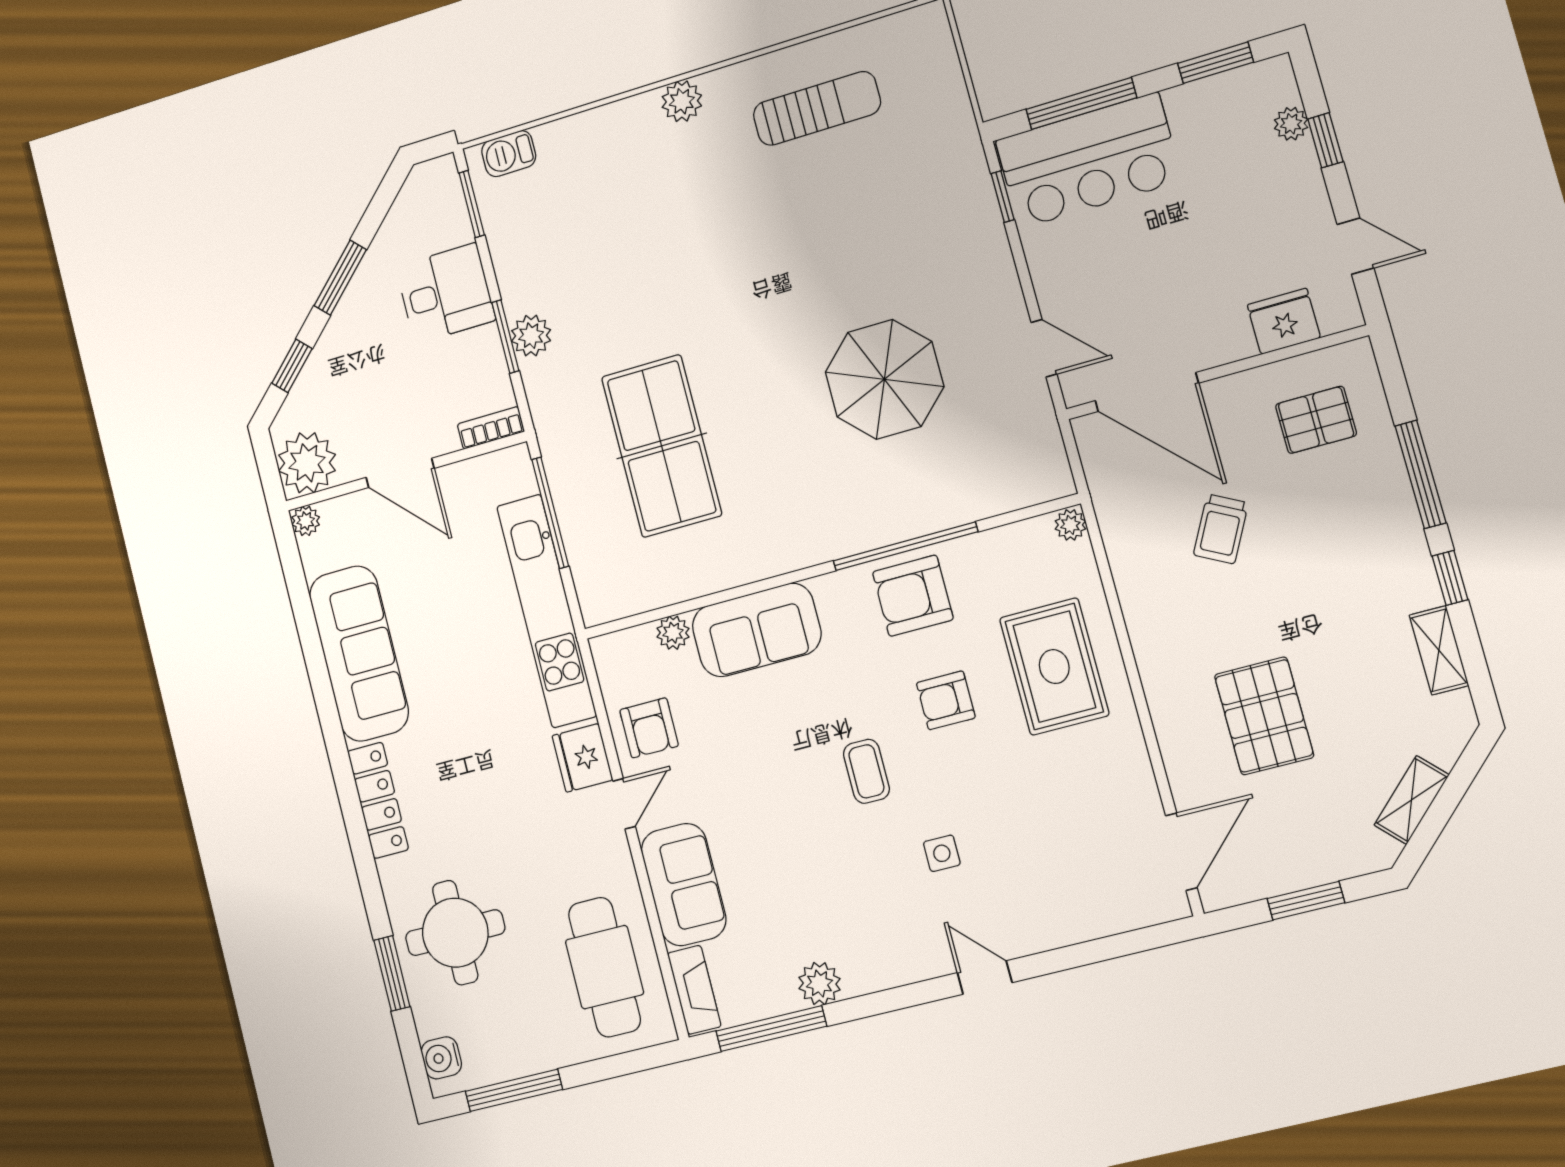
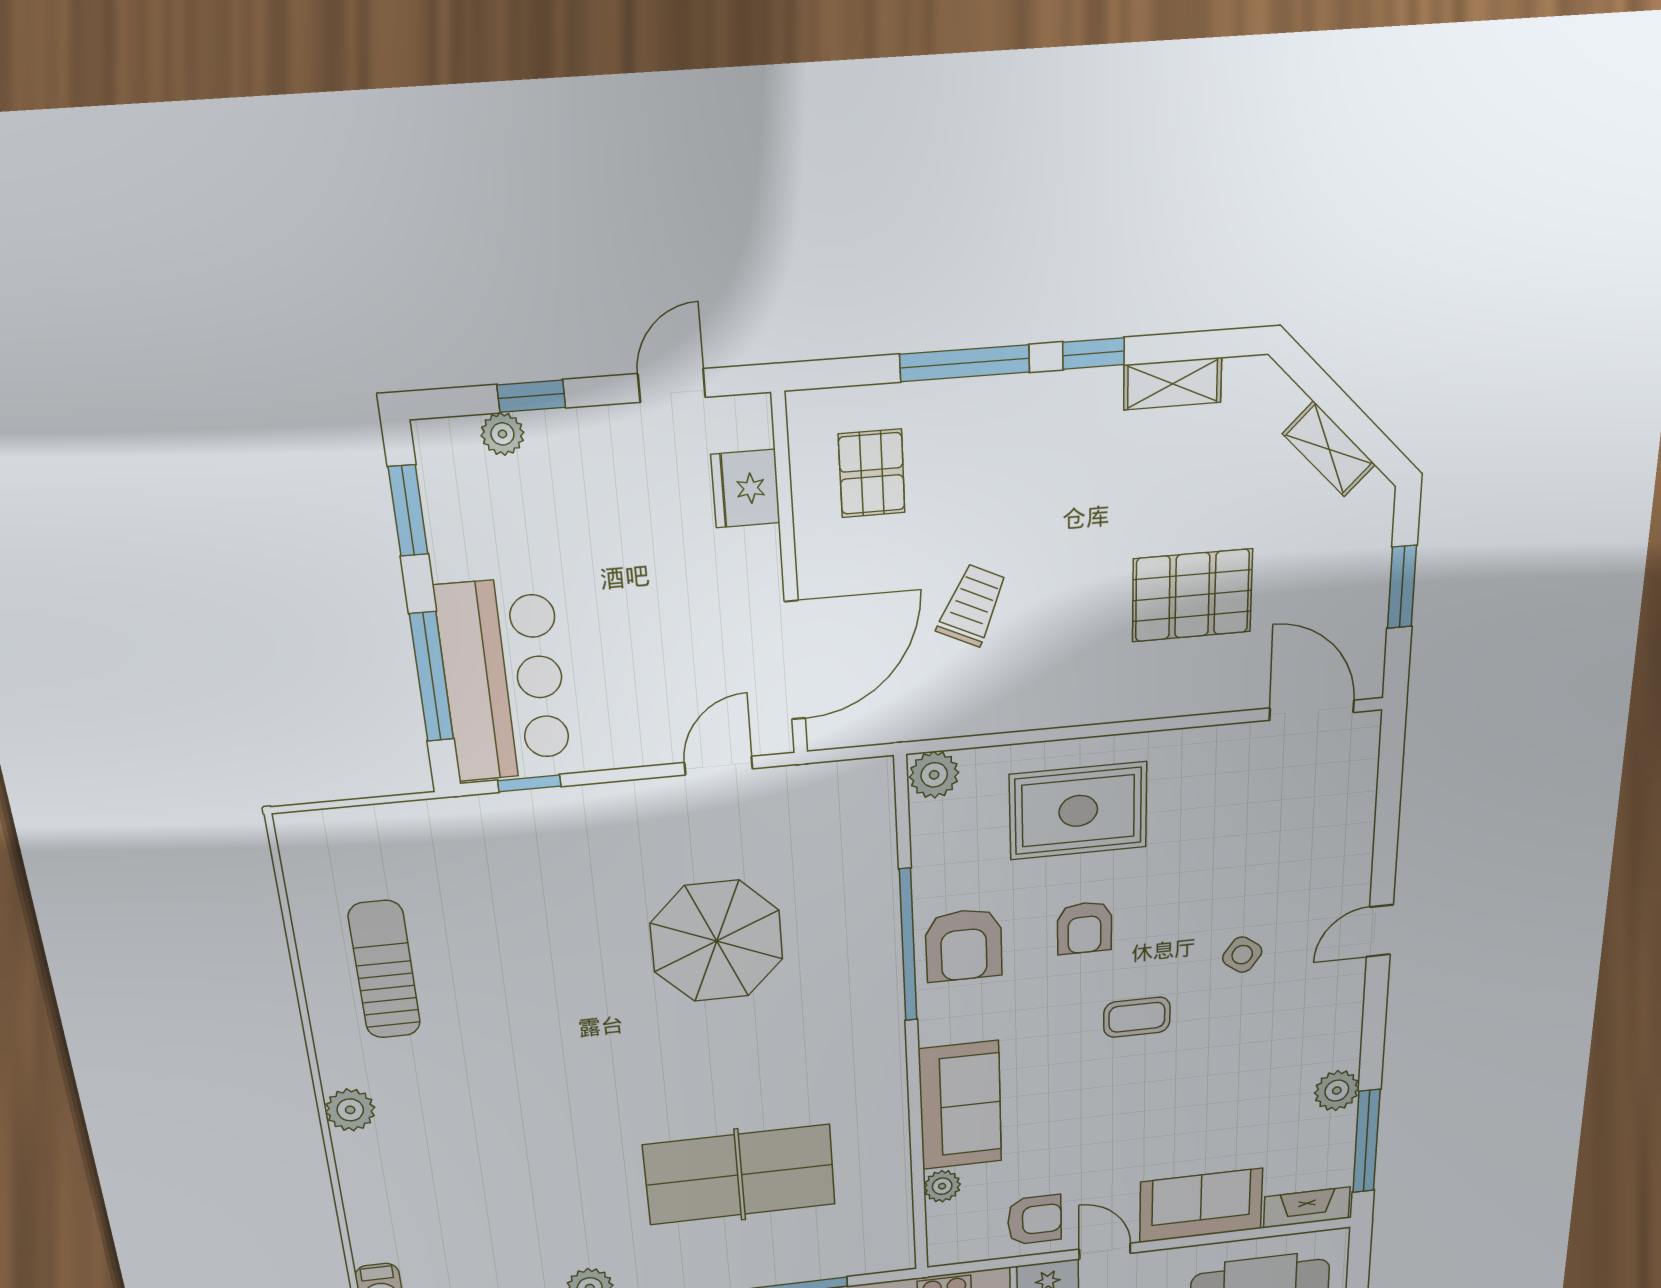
plant: (1070, 525) -> (934, 775), width x1.38, depth x1.38
trolley: (1221, 529) -> (972, 605), turned -93
side table: (942, 853) -> (1242, 955), turned 36

